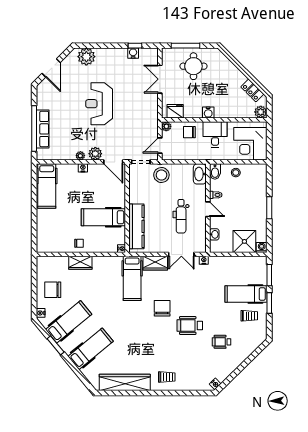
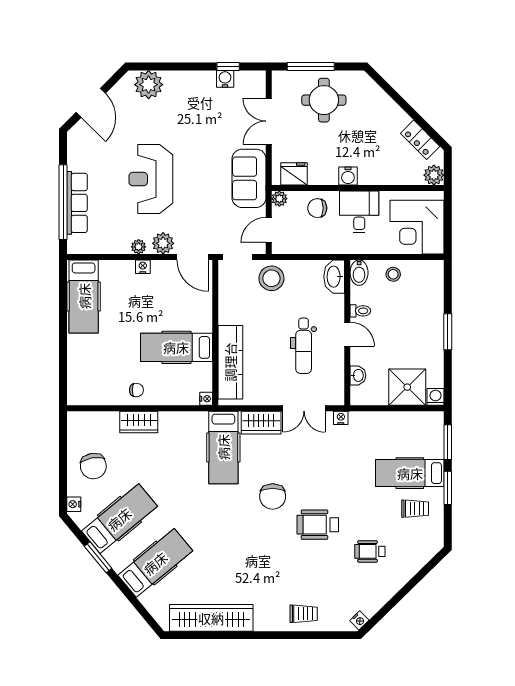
reception desk: (99, 104) -> (151, 179), moved
sofa: (148, 114) -> (249, 178), added
chair: (53, 290) -> (93, 466), turned -100
chair: (162, 308) -> (273, 497), turned 180
trolley: (167, 377) -> (304, 614), moved

